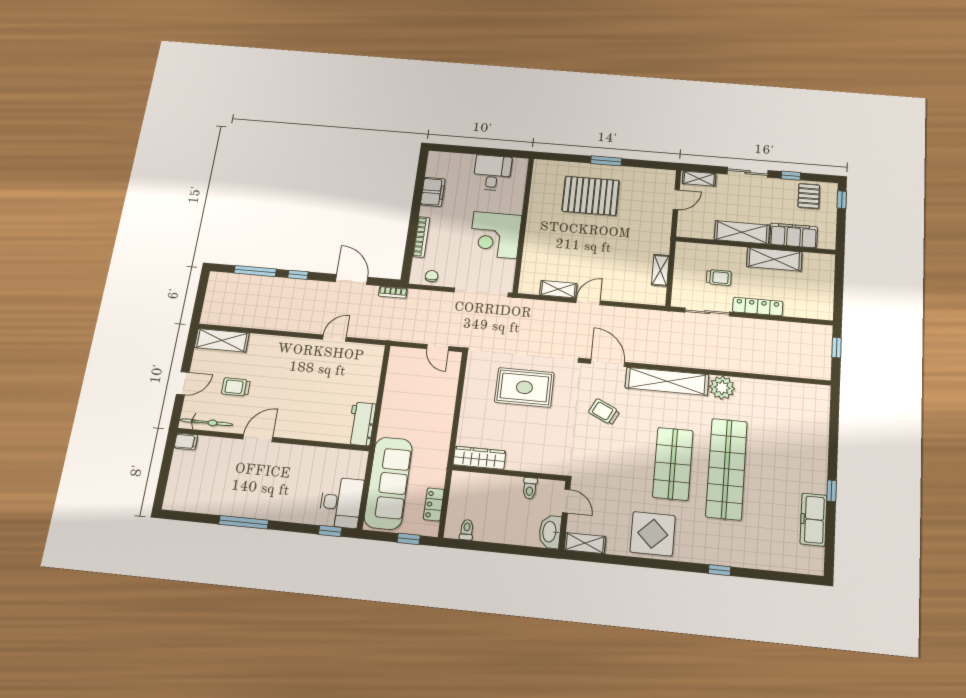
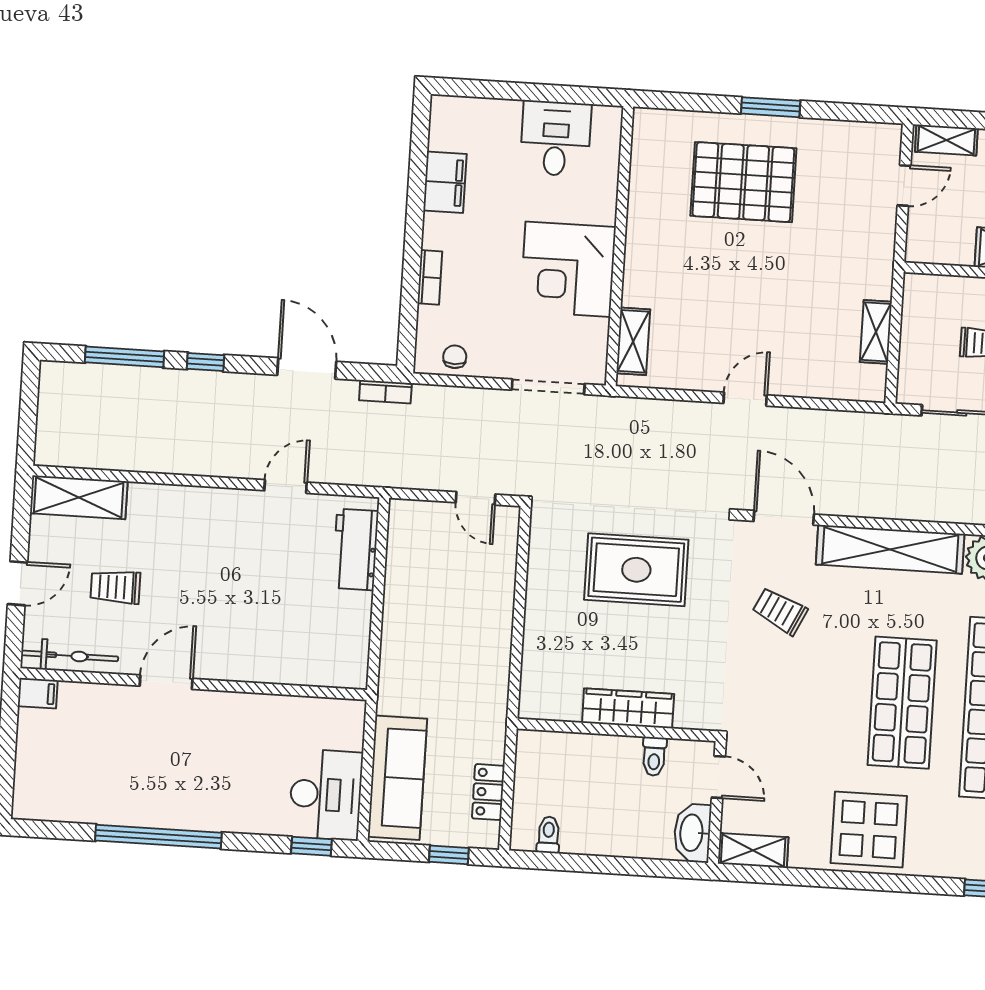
bookcase: (421, 237) -> (430, 277), width x0.64
shelving: (558, 289) -> (633, 341), moved, turned 90
doorway: (481, 292) -> (548, 387), width x0.73
workbench: (361, 424) -> (355, 550), moved
wardrobe: (479, 458) -> (628, 708), moved
sofa: (388, 483) -> (397, 778), width x0.74, depth x0.79
window: (244, 522) -> (158, 837), width x1.46

